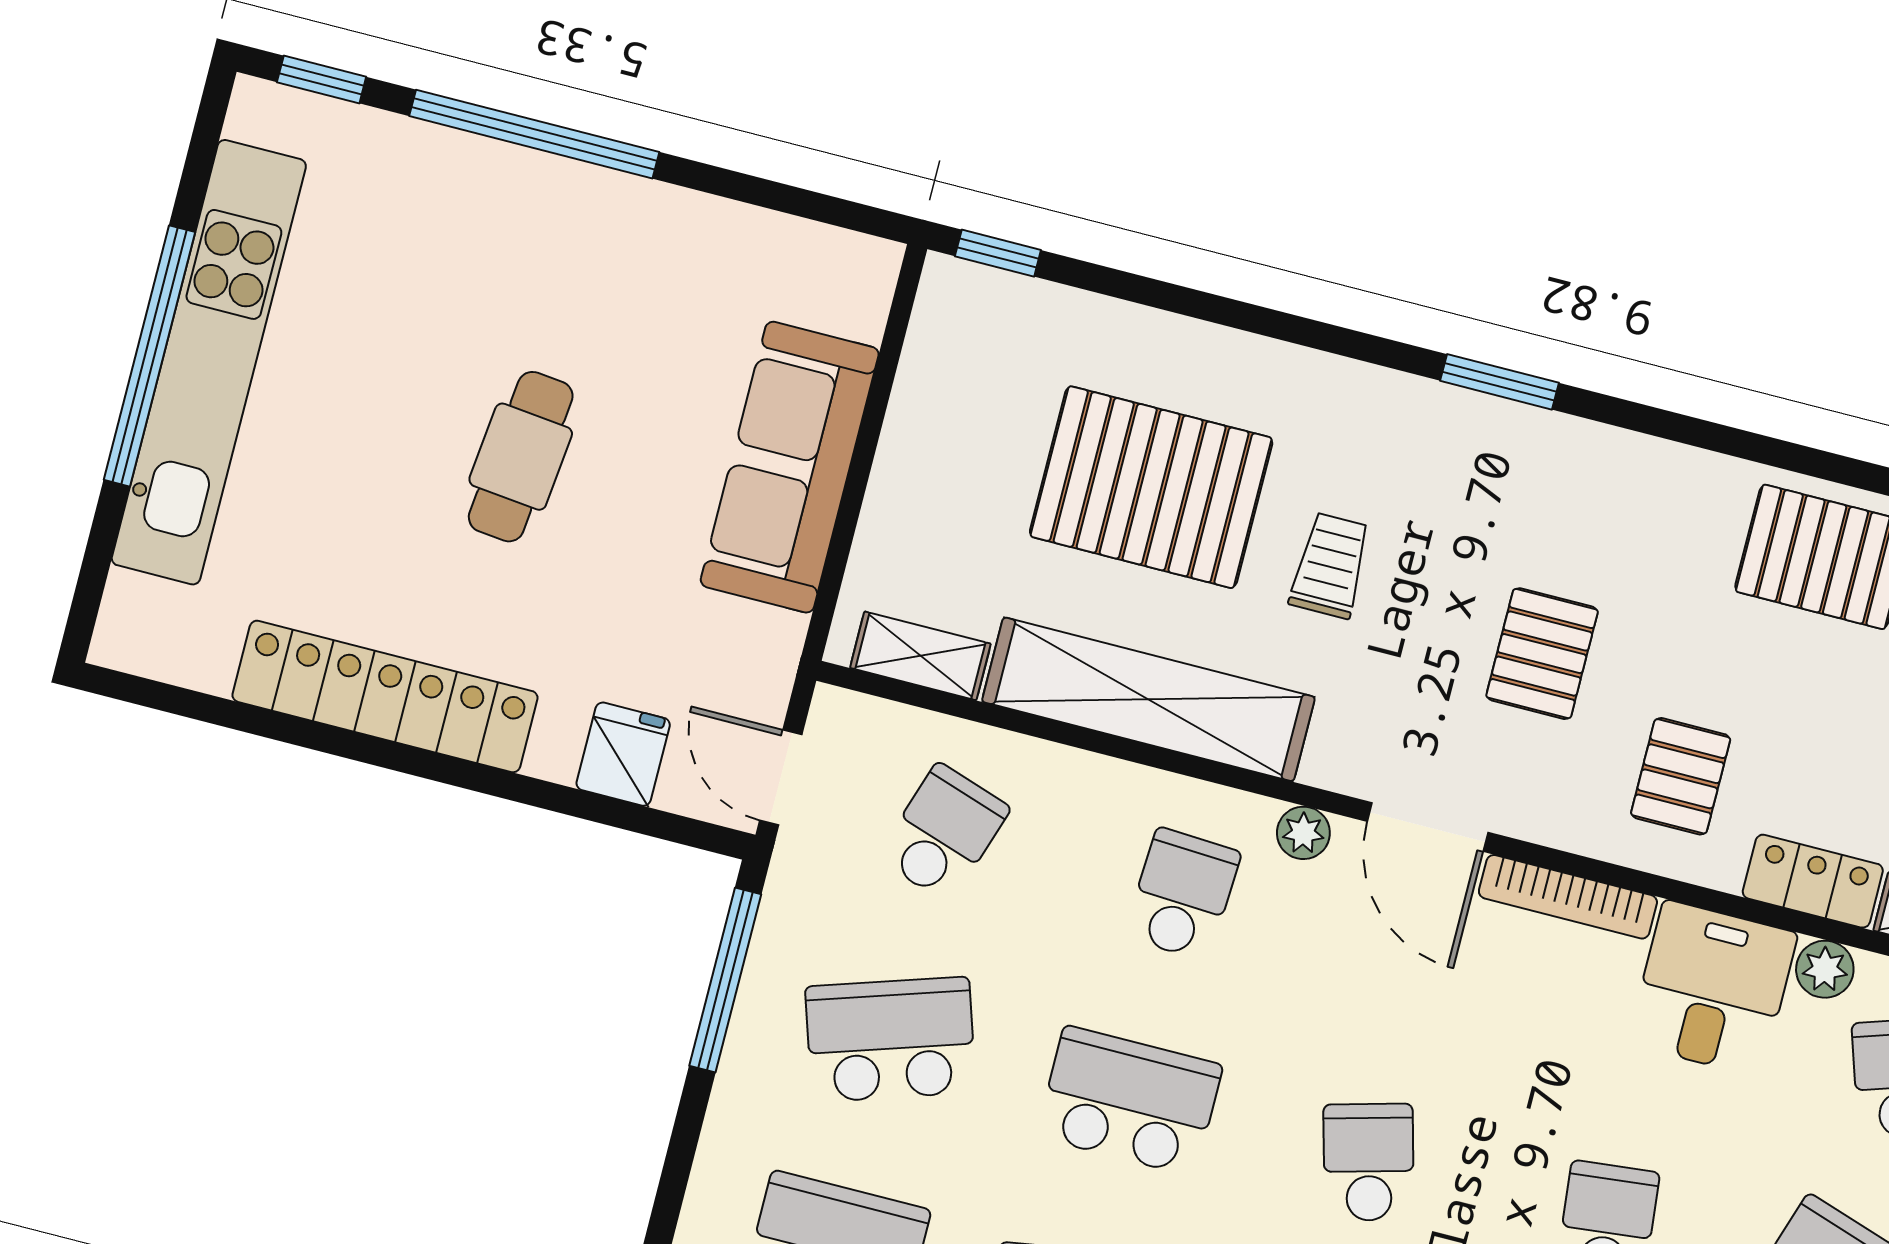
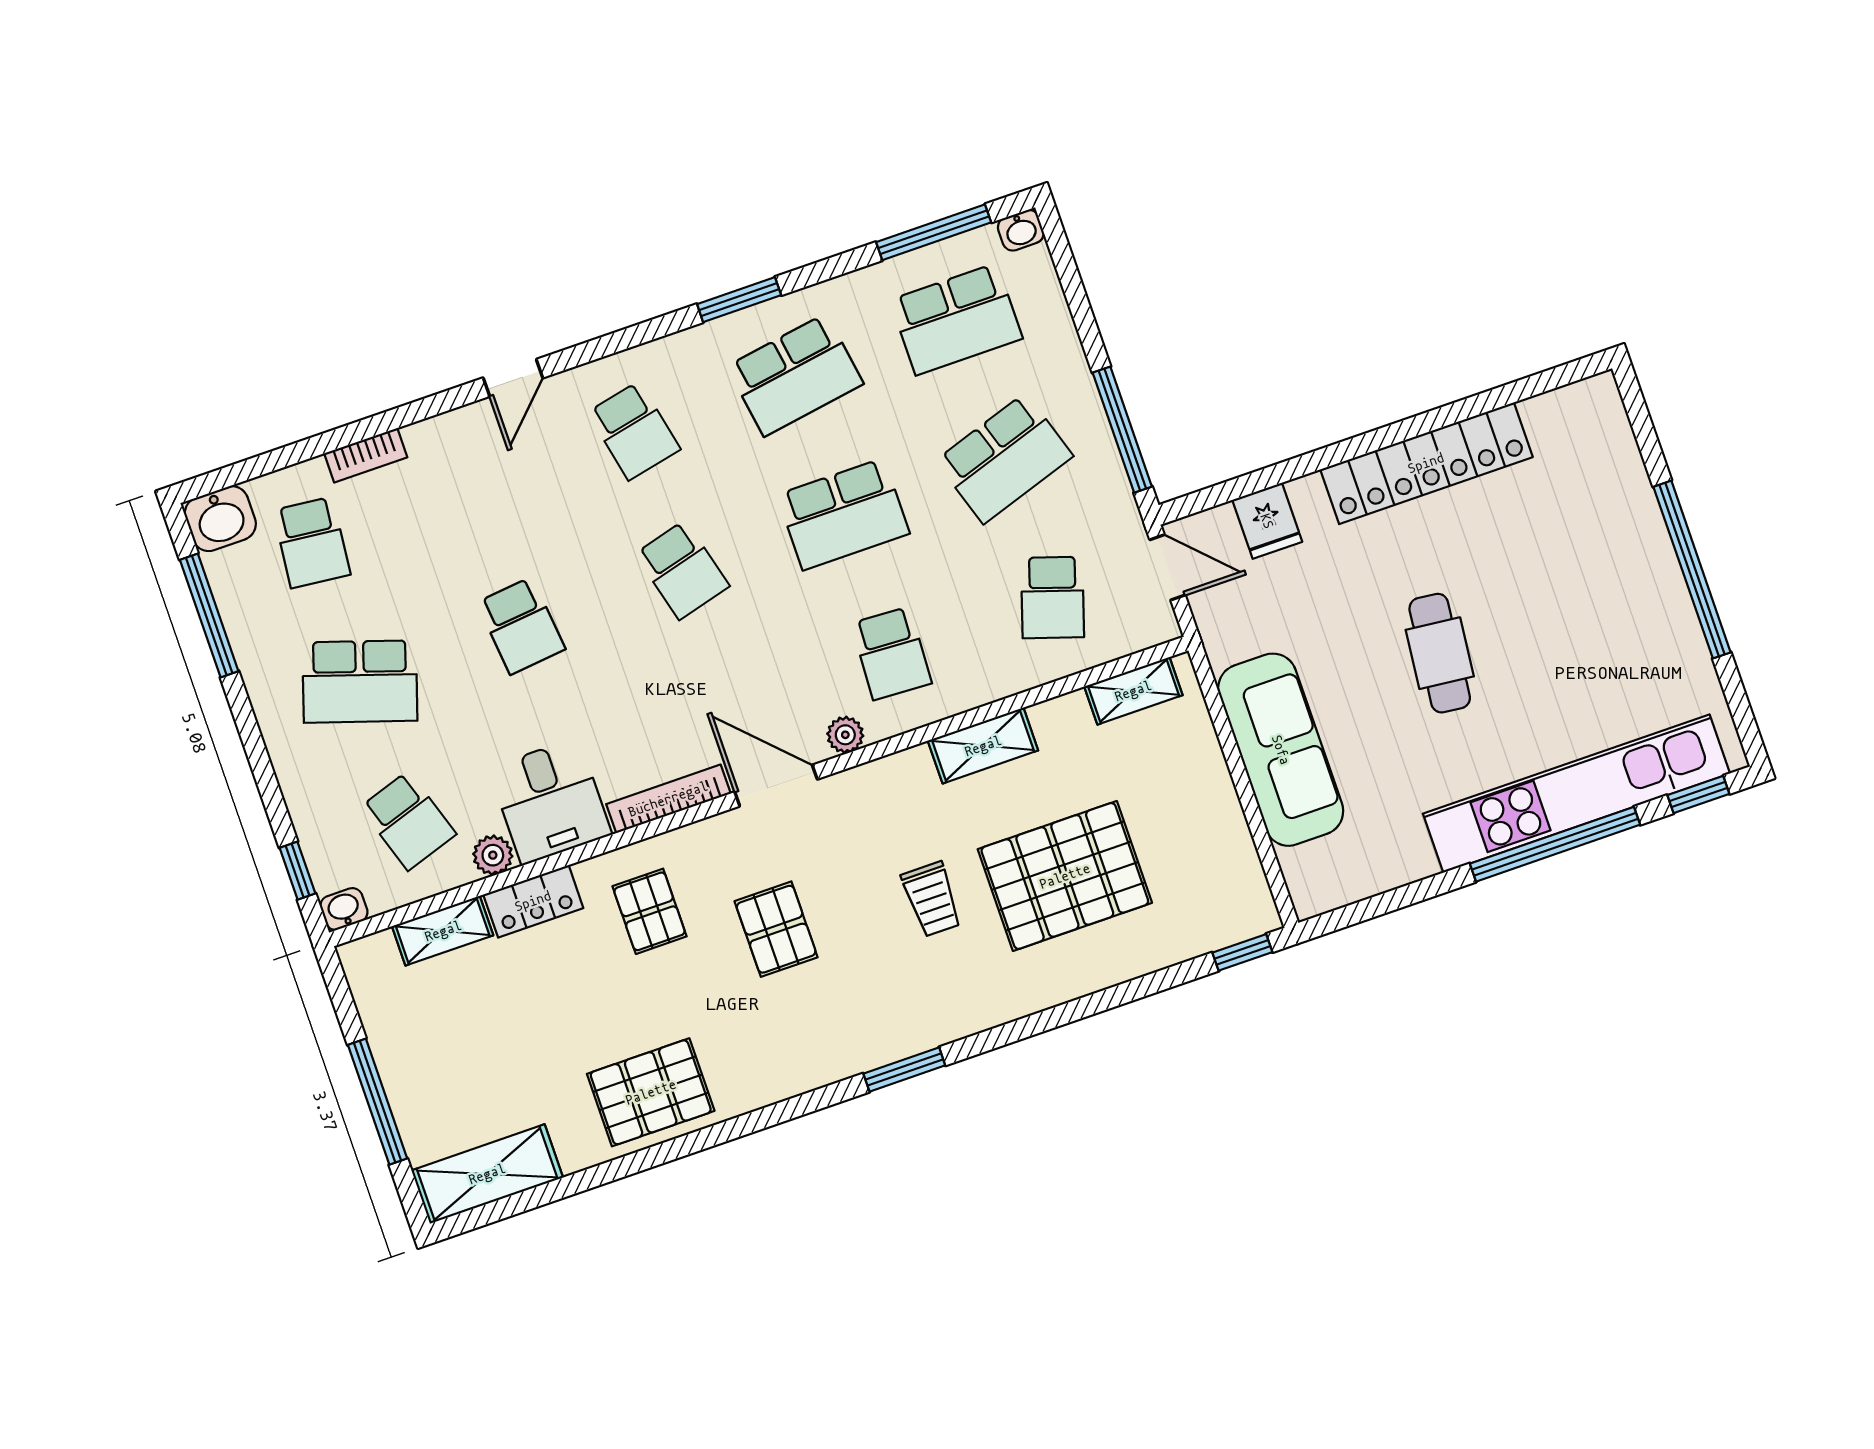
kitchen unit: (209, 362) -> (1576, 794), moved, turned 90
shelving: (1148, 699) -> (983, 746), width x0.45, depth x0.75

